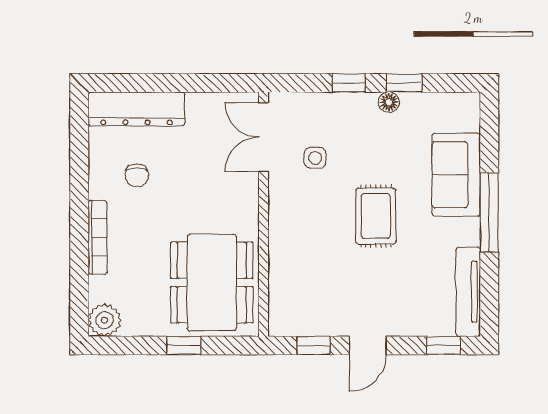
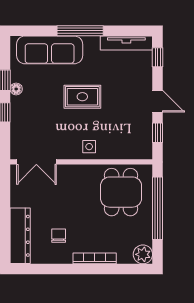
side table: (315, 158) -> (89, 147), moved
chair: (137, 175) -> (59, 236), turned -90
sofa: (456, 175) -> (50, 50), width x1.36
dining table: (212, 283) -> (121, 192), width x0.73
window: (184, 345) -> (158, 208), width x3.17

